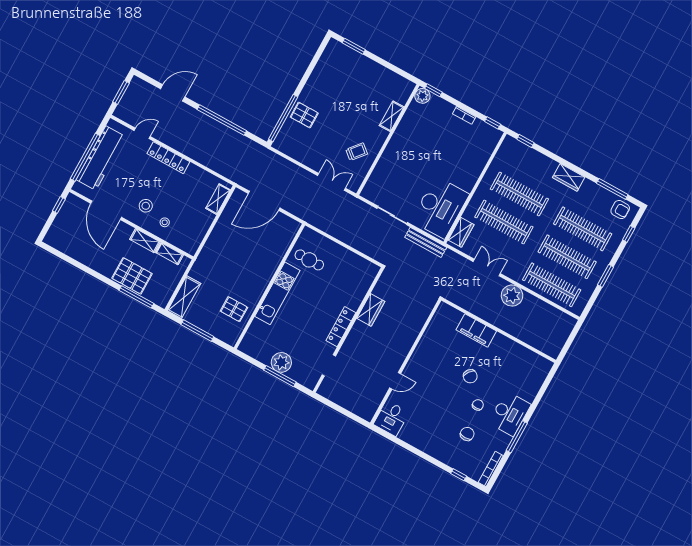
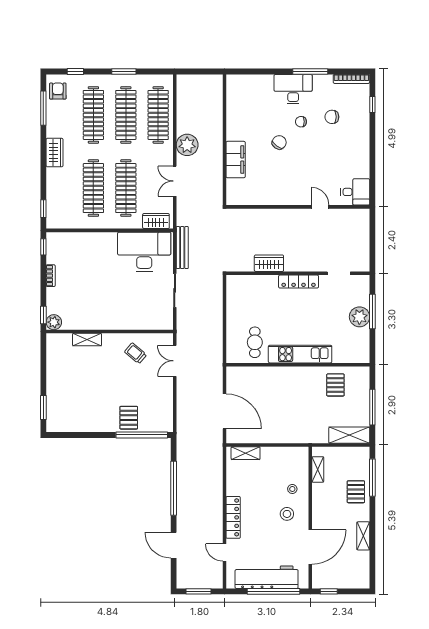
shelving: (145, 241) -> (363, 536), moved
pallet: (132, 276) -> (356, 492), width x0.67, depth x0.71

